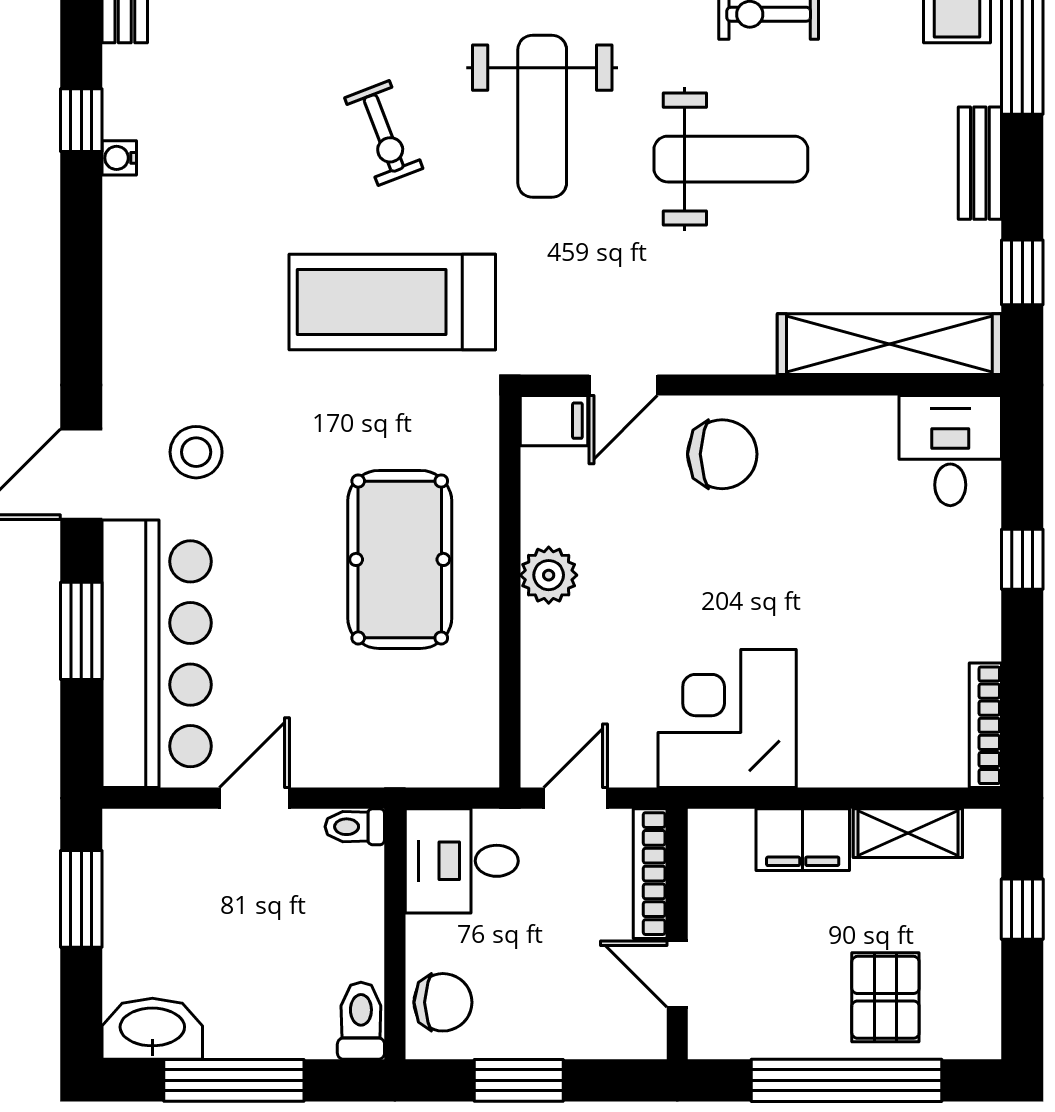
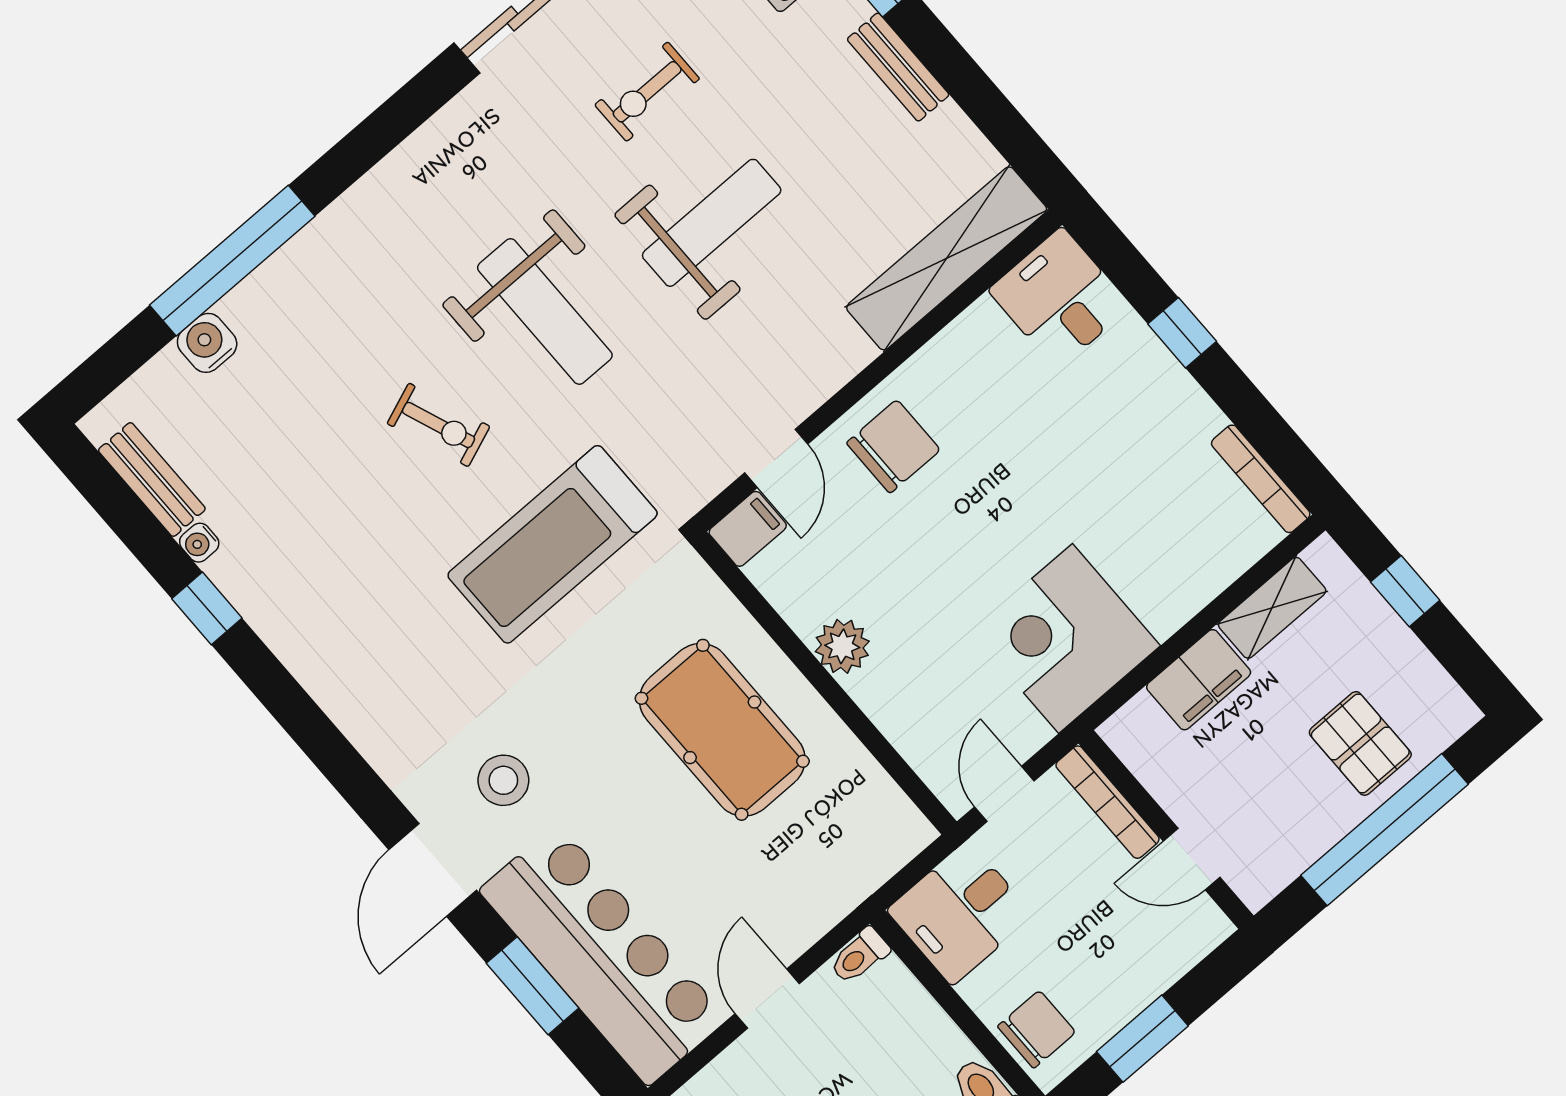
water cooler: (119, 158) -> (199, 543), moved
window: (1022, 272) -> (999, 121), removed

